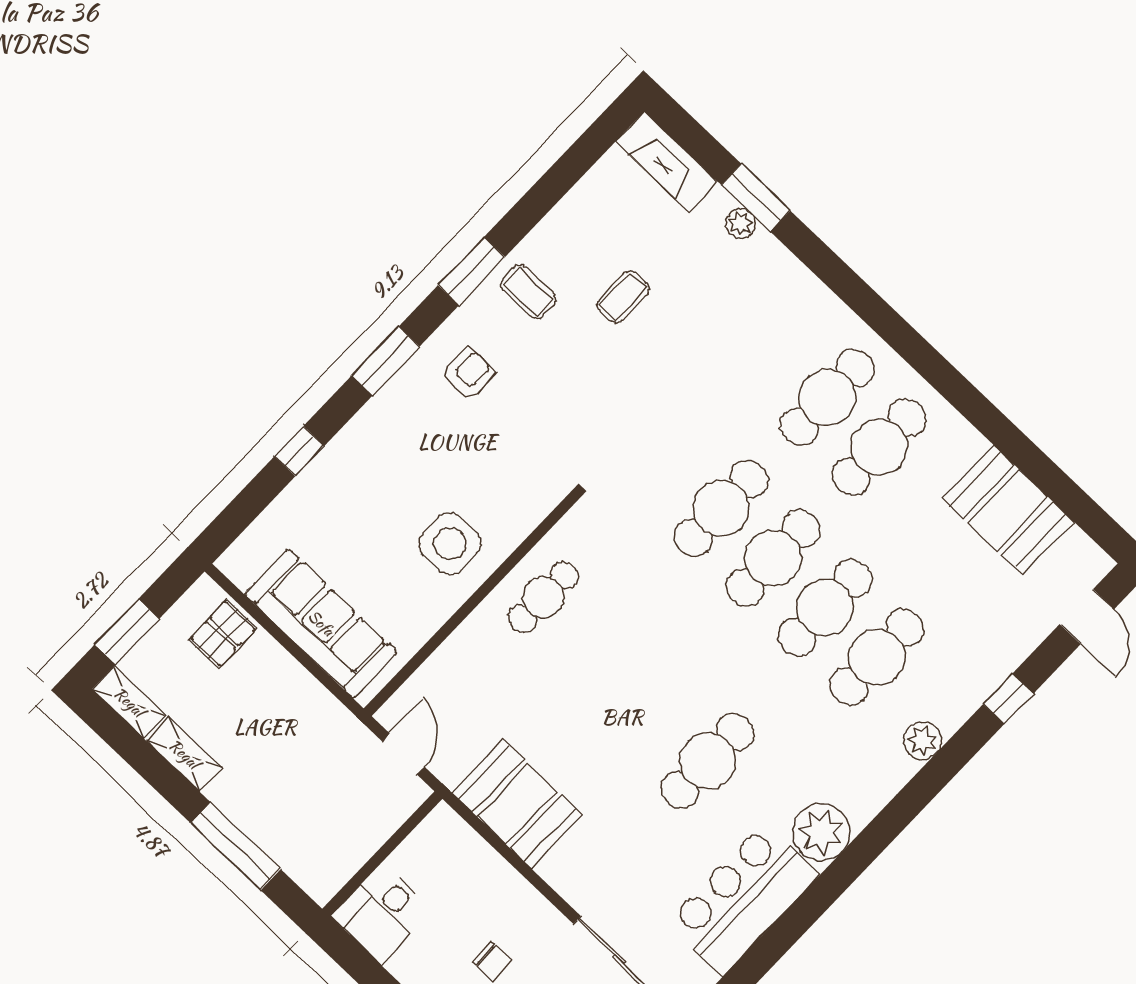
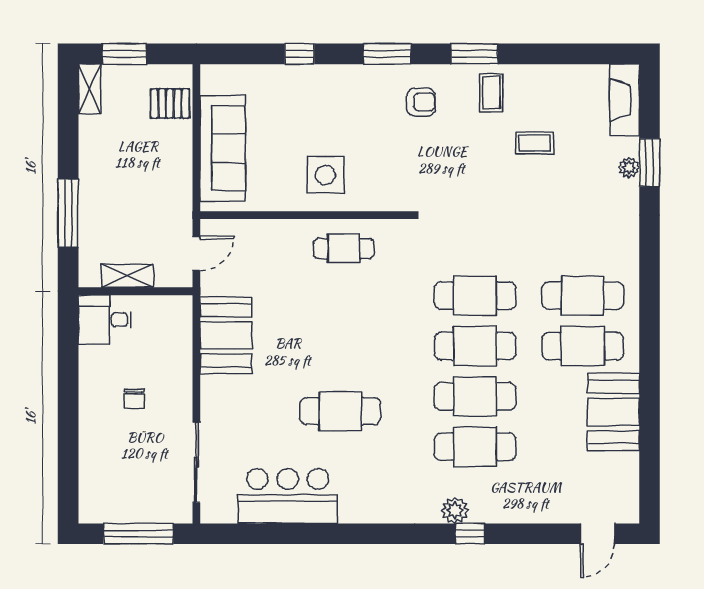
booth: (1008, 510) -> (613, 412), moved
window: (1008, 699) -> (470, 534), moved
shelving: (184, 754) -> (127, 276), moved, turned 90
plant: (821, 832) -> (359, 503), removed

